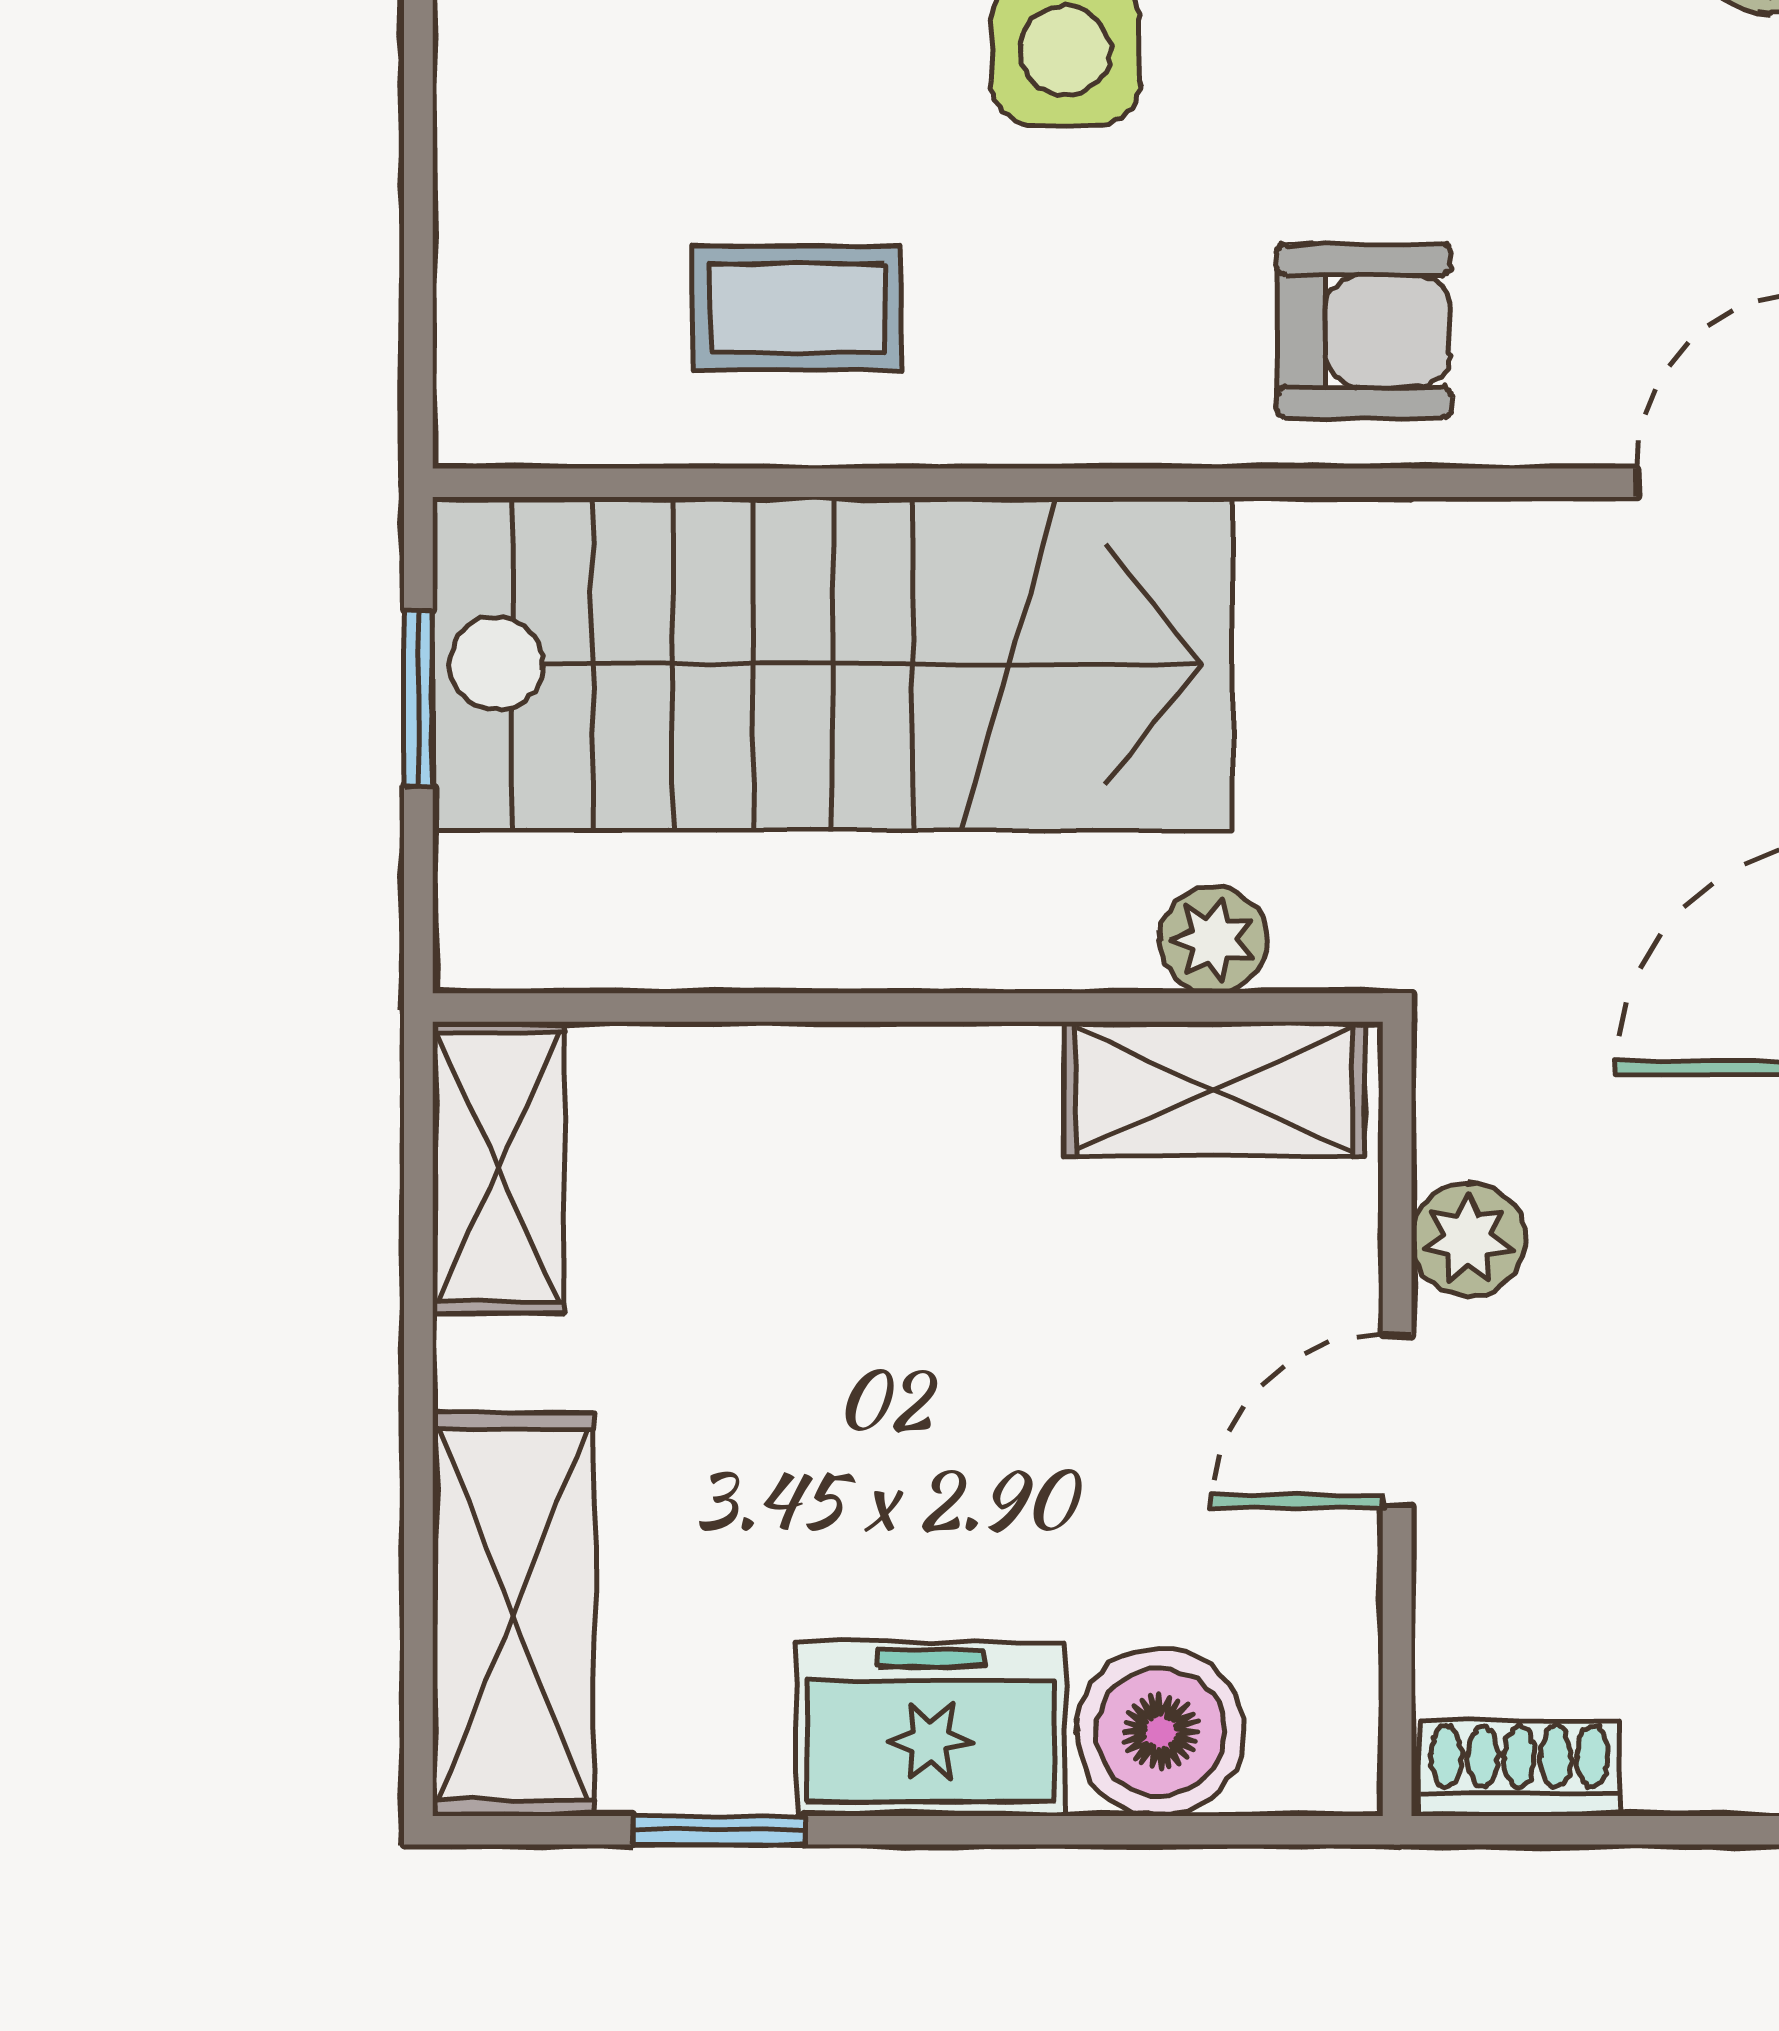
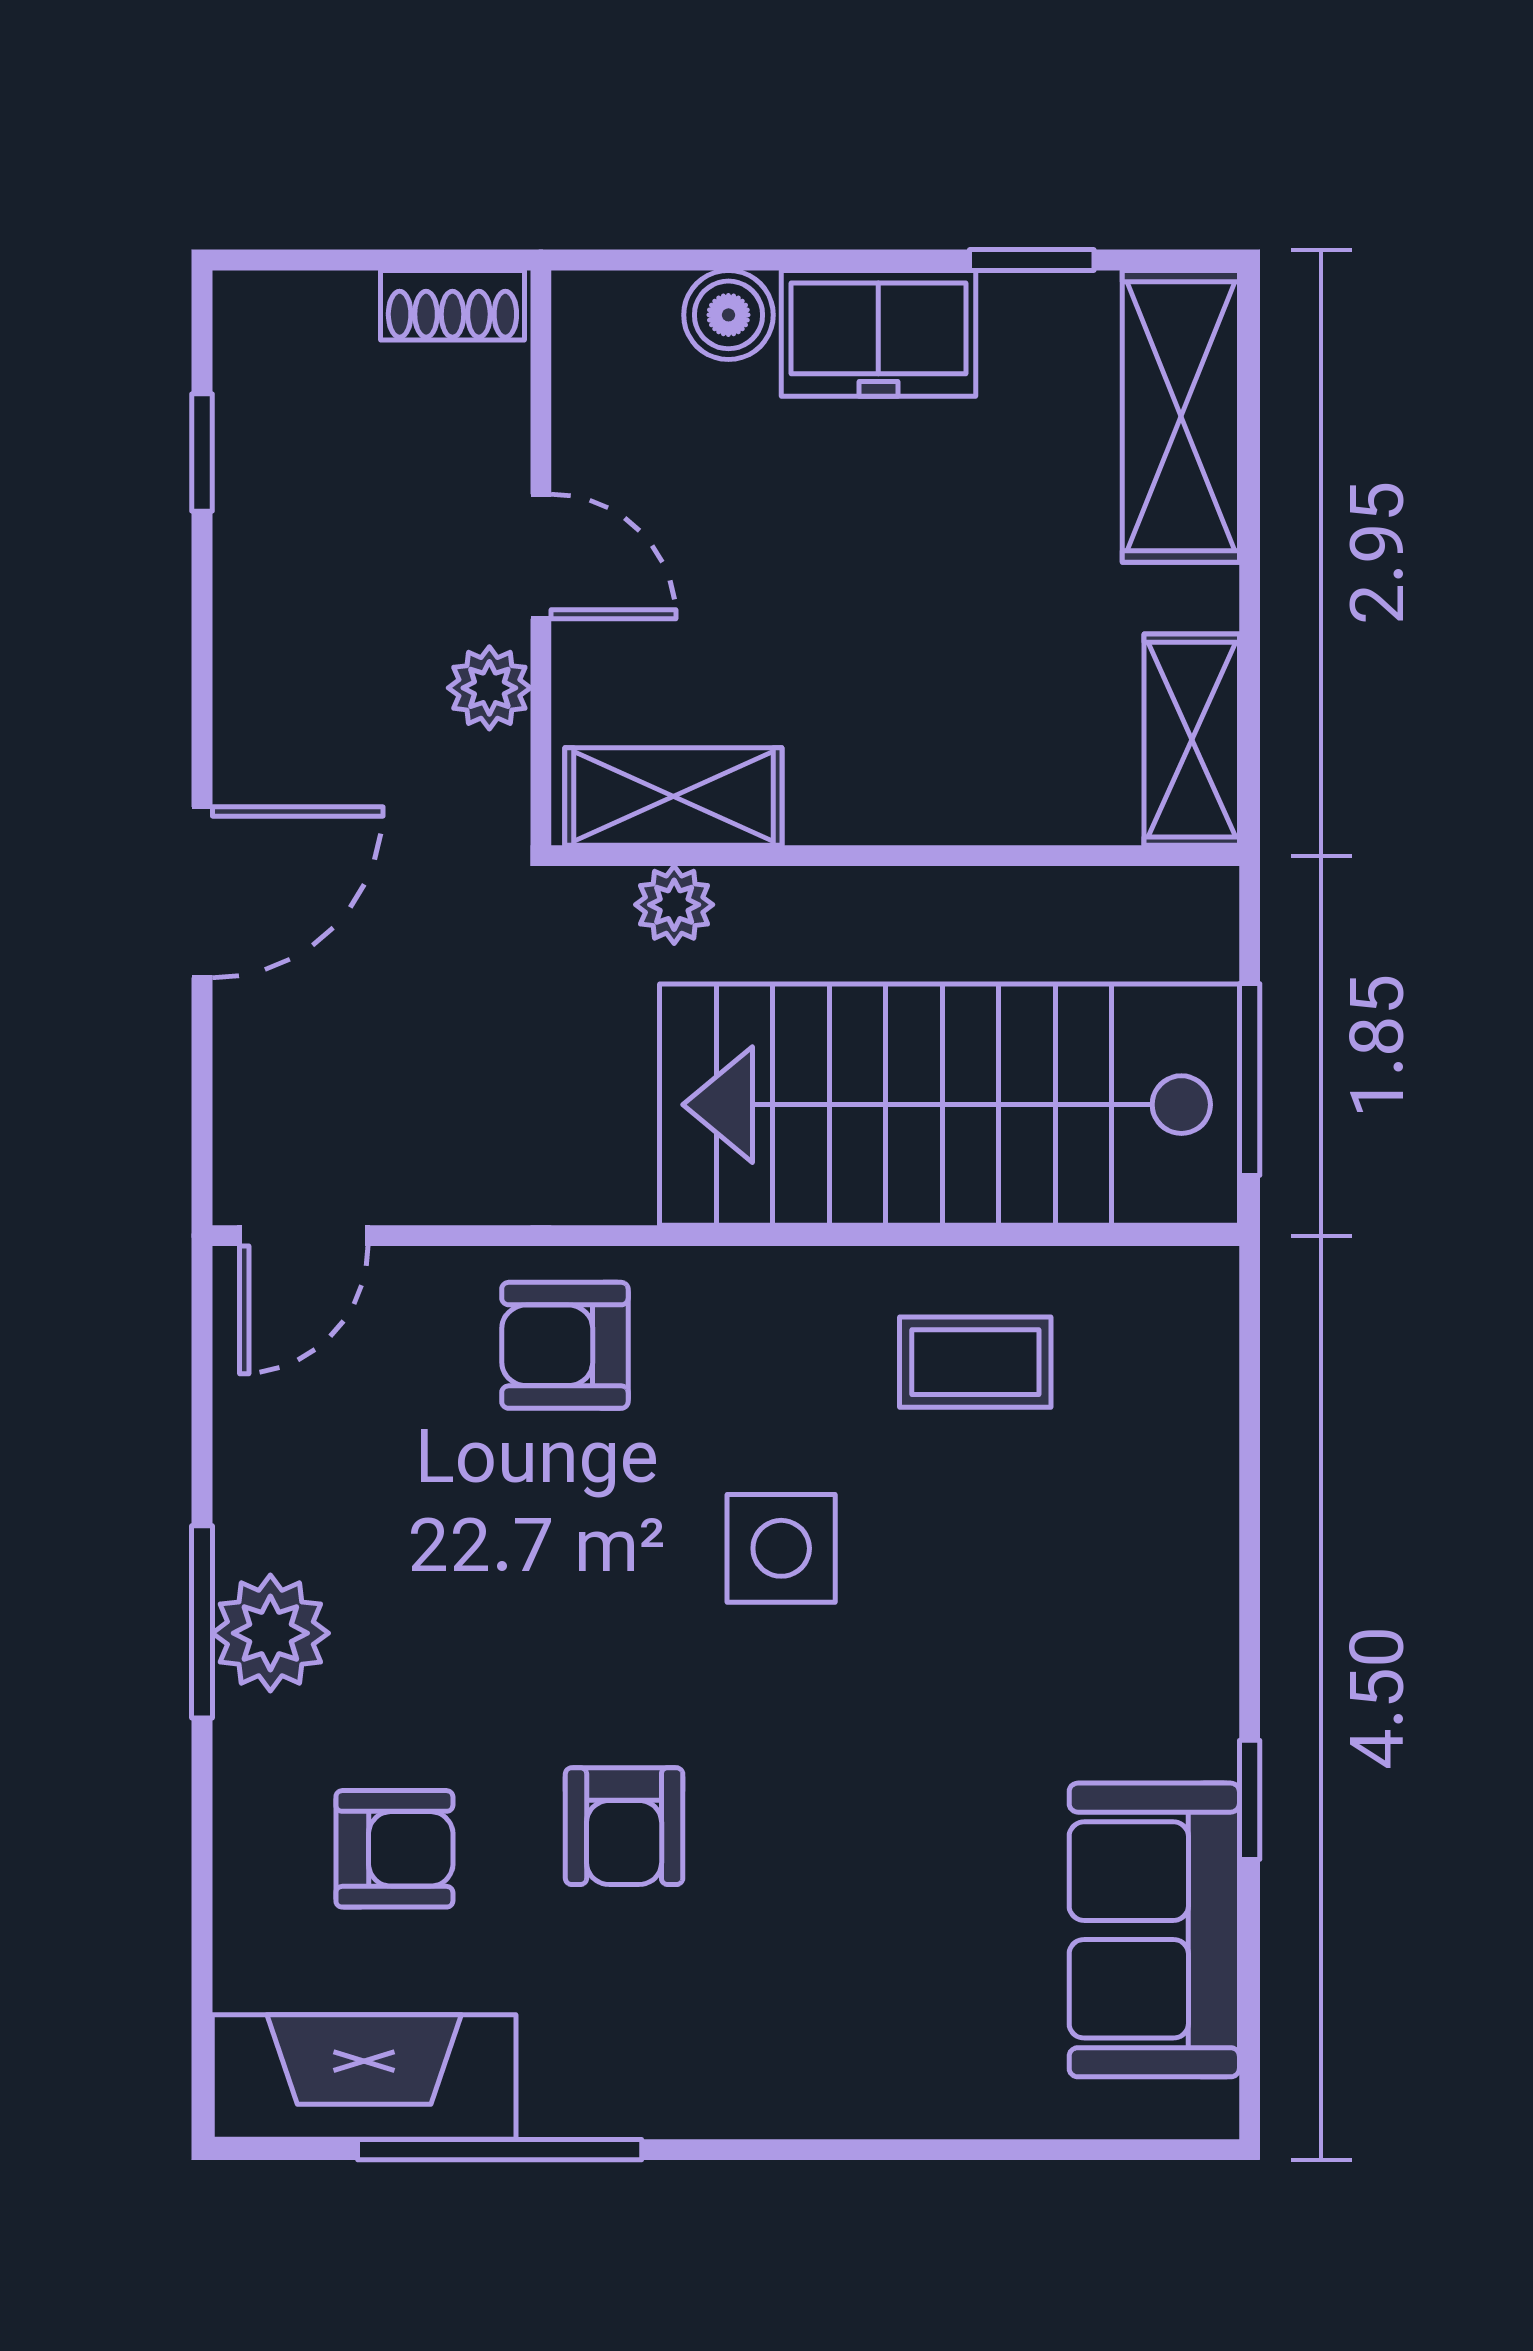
window: (418, 698) -> (1250, 1080), width x1.50
door: (1397, 1421) -> (541, 556), hinge flipped
boiler: (1160, 1732) -> (728, 315), width x0.73, depth x0.73

